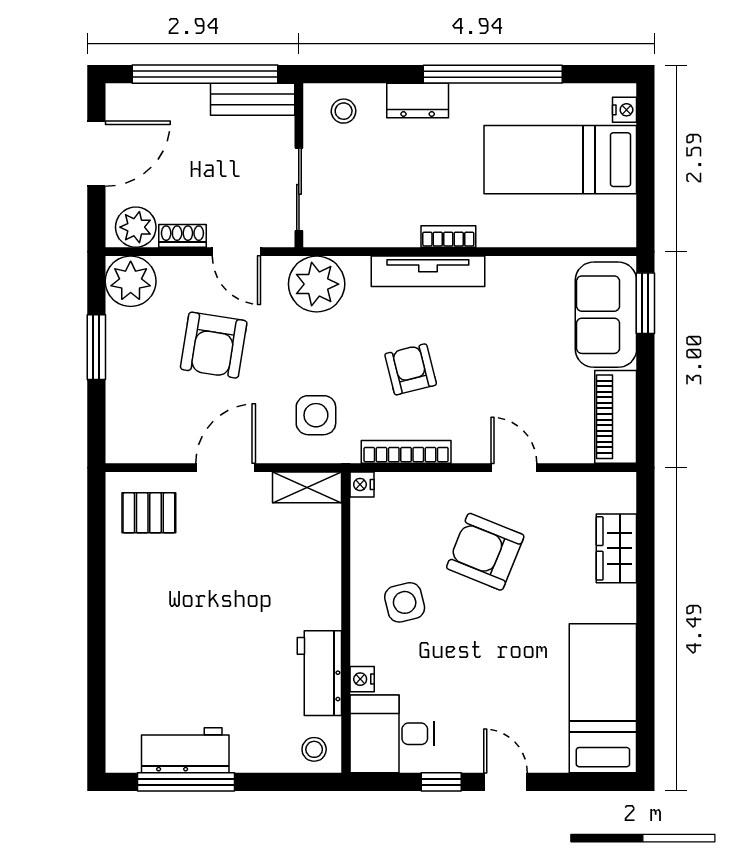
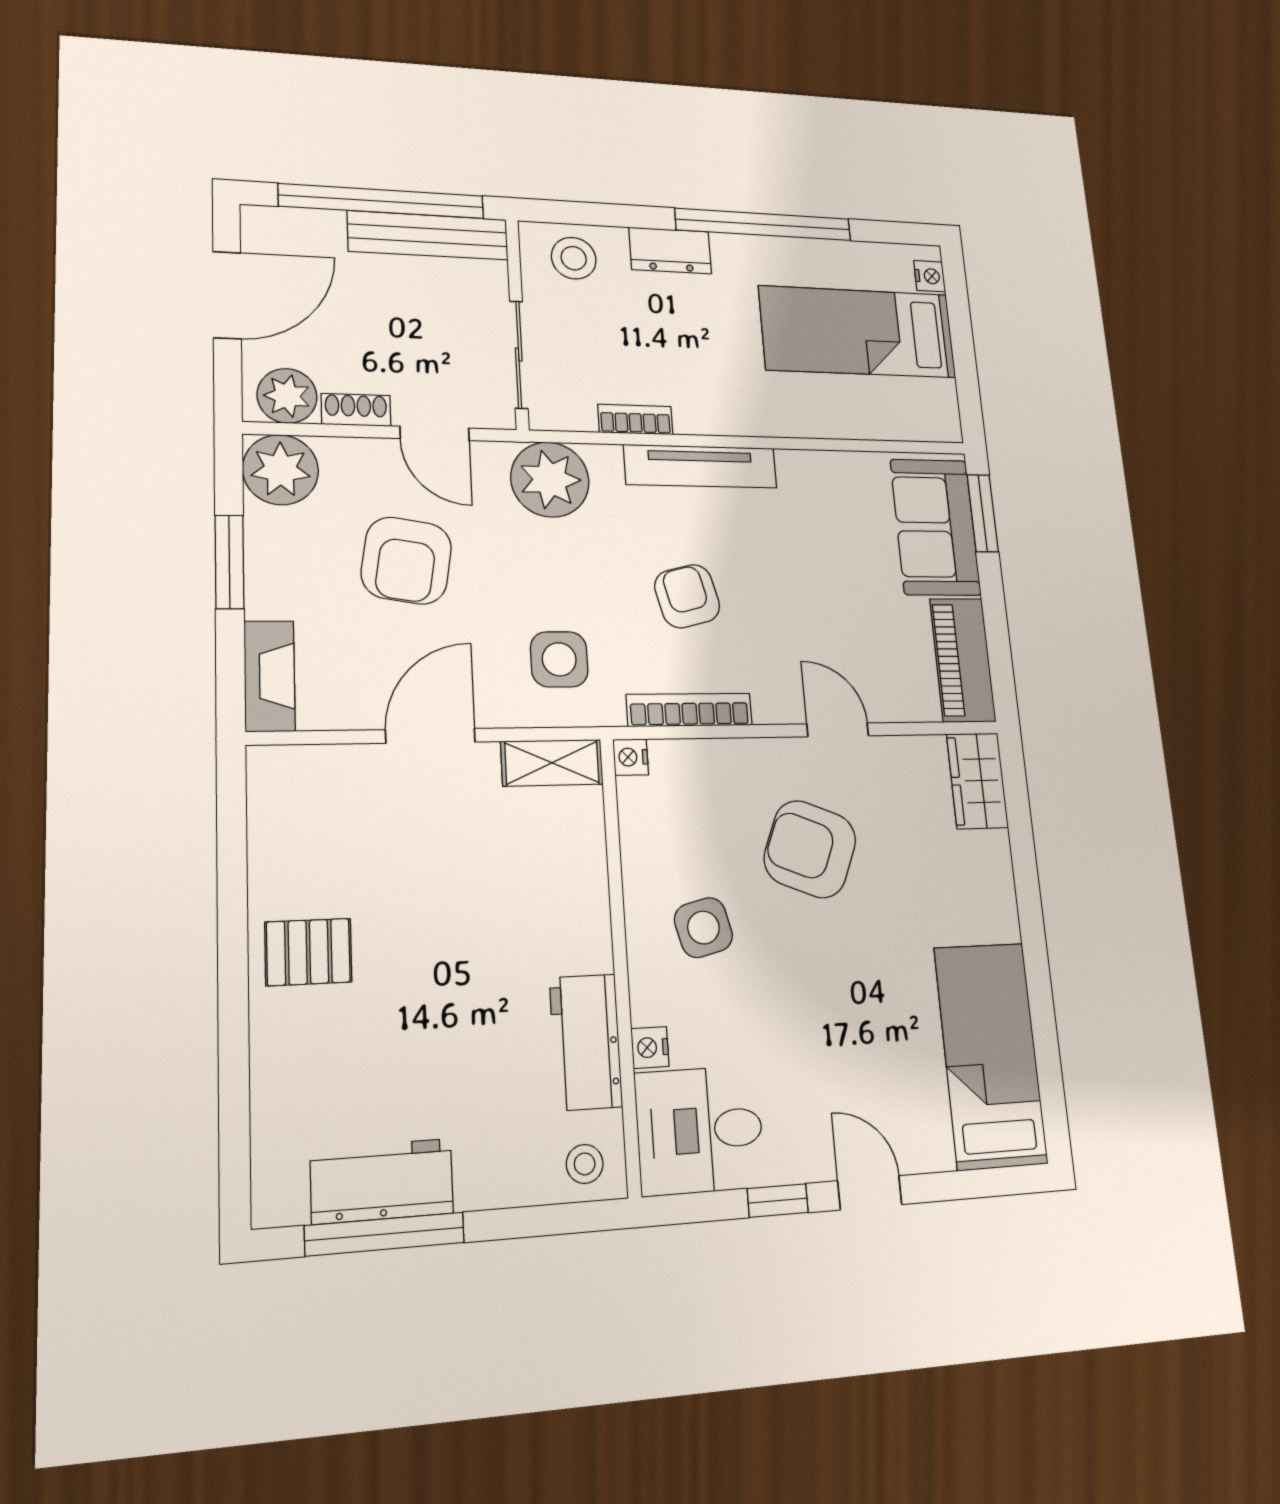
bench: (253, 99) -> (428, 235), width x1.36
stool: (344, 111) -> (574, 258), width x1.37, depth x1.37
bookcase: (448, 236) -> (635, 419), moved
fireplace: (121, 426) -> (270, 676), added
pallet: (149, 513) -> (308, 952), moved
wardrobe: (616, 548) -> (977, 781), moved

